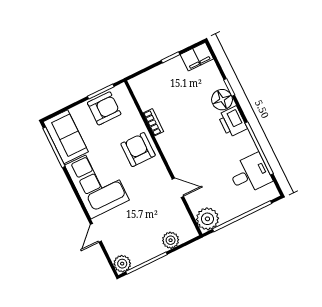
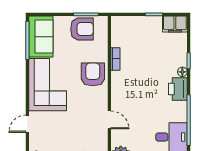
floor lamp: (222, 100) -> (182, 72), width x0.53, depth x0.53

